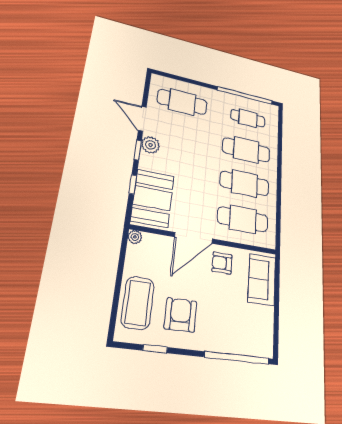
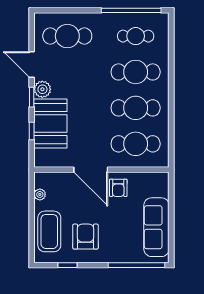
booth: (152, 198) -> (50, 123), moved
plant: (135, 237) -> (40, 194), moved
door: (194, 238) -> (91, 170), hinge flipped
armchair: (222, 263) -> (118, 188), turned -90
sofa: (262, 280) -> (156, 227), moved, width x1.36

